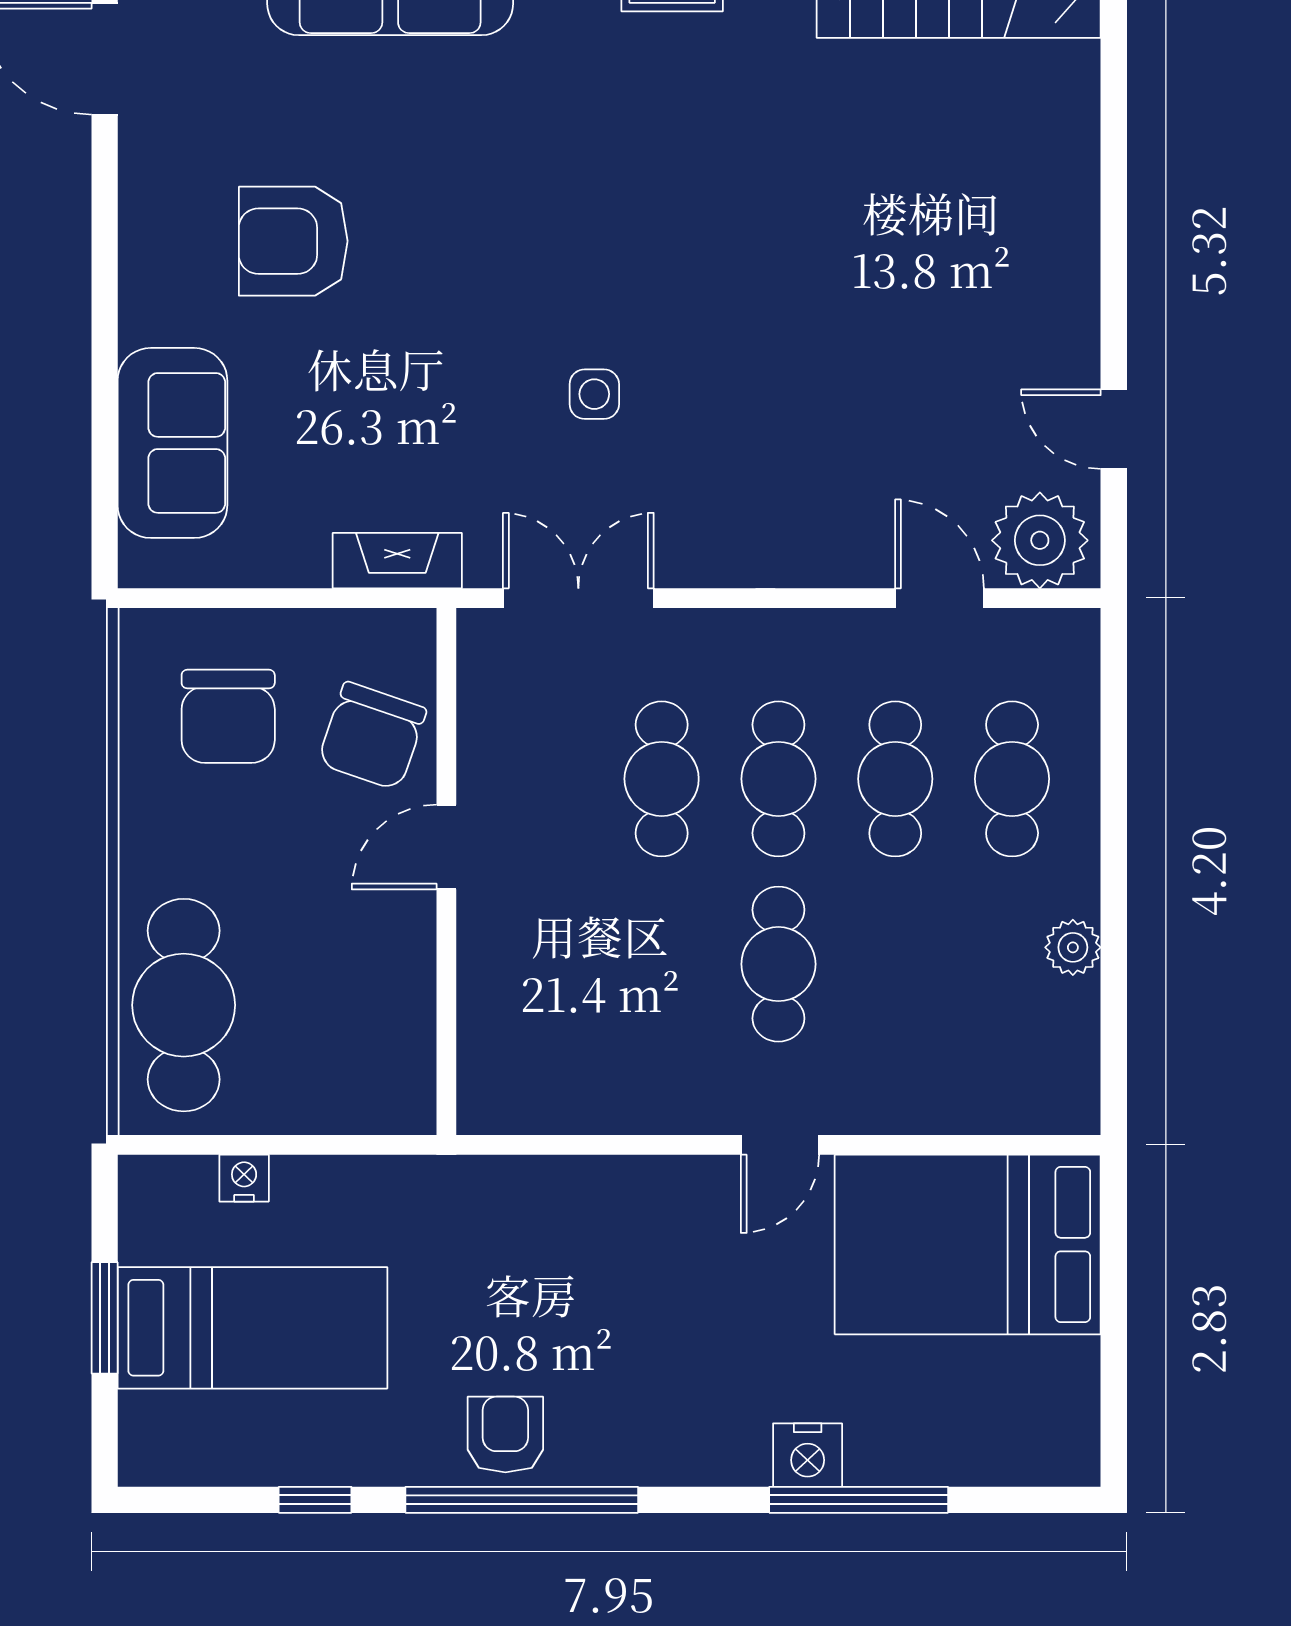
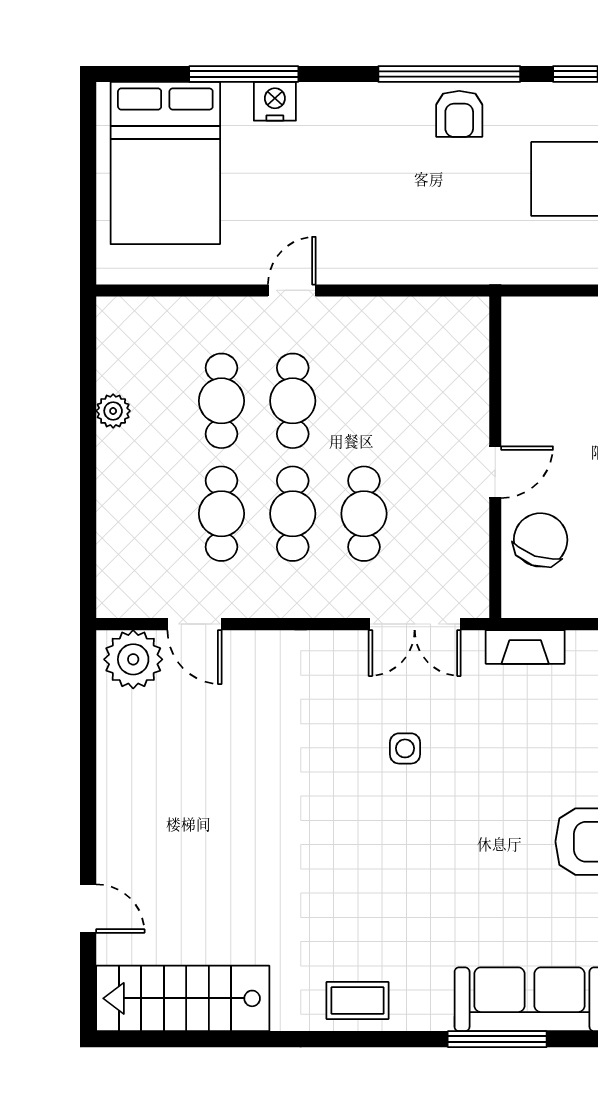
door: (1114, 429) -> (88, 909), moved
cafe table: (1012, 779) -> (221, 401), moved
bed: (968, 1245) -> (165, 163), moved, turned 90

